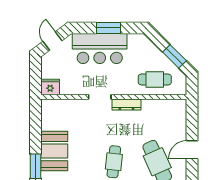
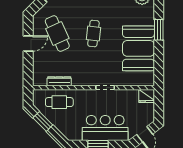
dresser: (126, 104) -> (59, 81), moved
booth: (54, 151) -> (138, 48), width x1.36, depth x1.42

